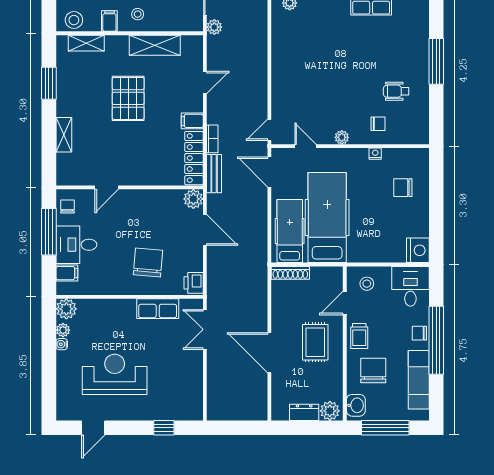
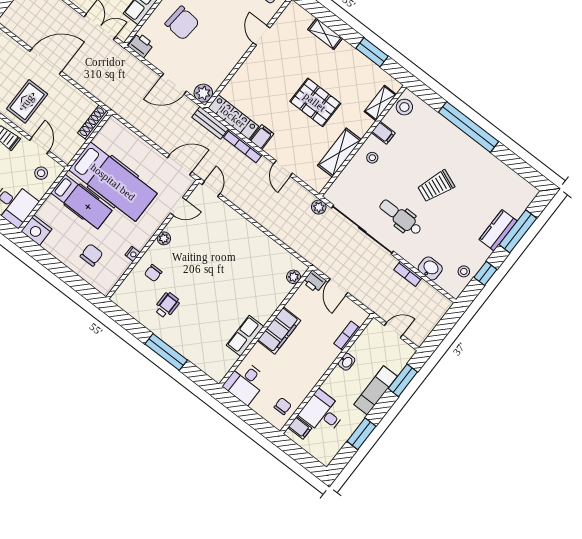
bookcase: (212, 139) -> (243, 146), width x1.56
hospital bed: (290, 231) -> (81, 202), moved
rug: (315, 342) -> (27, 101), turned 90

